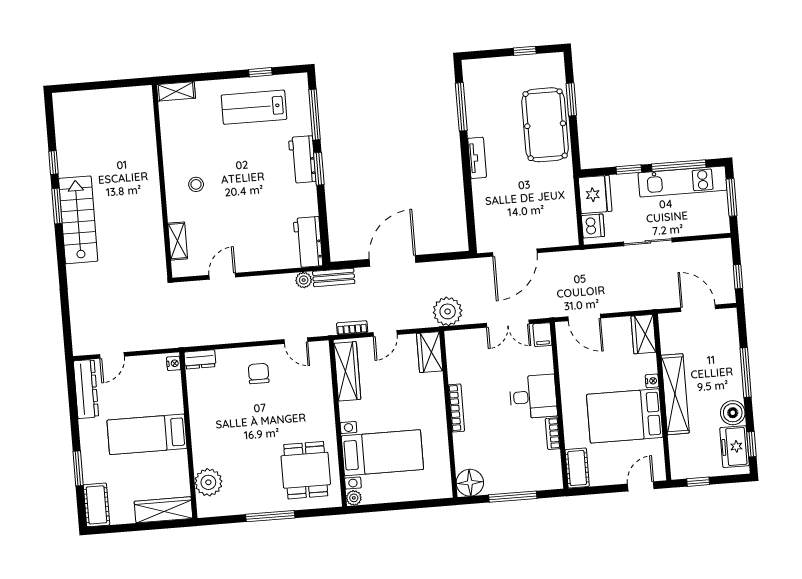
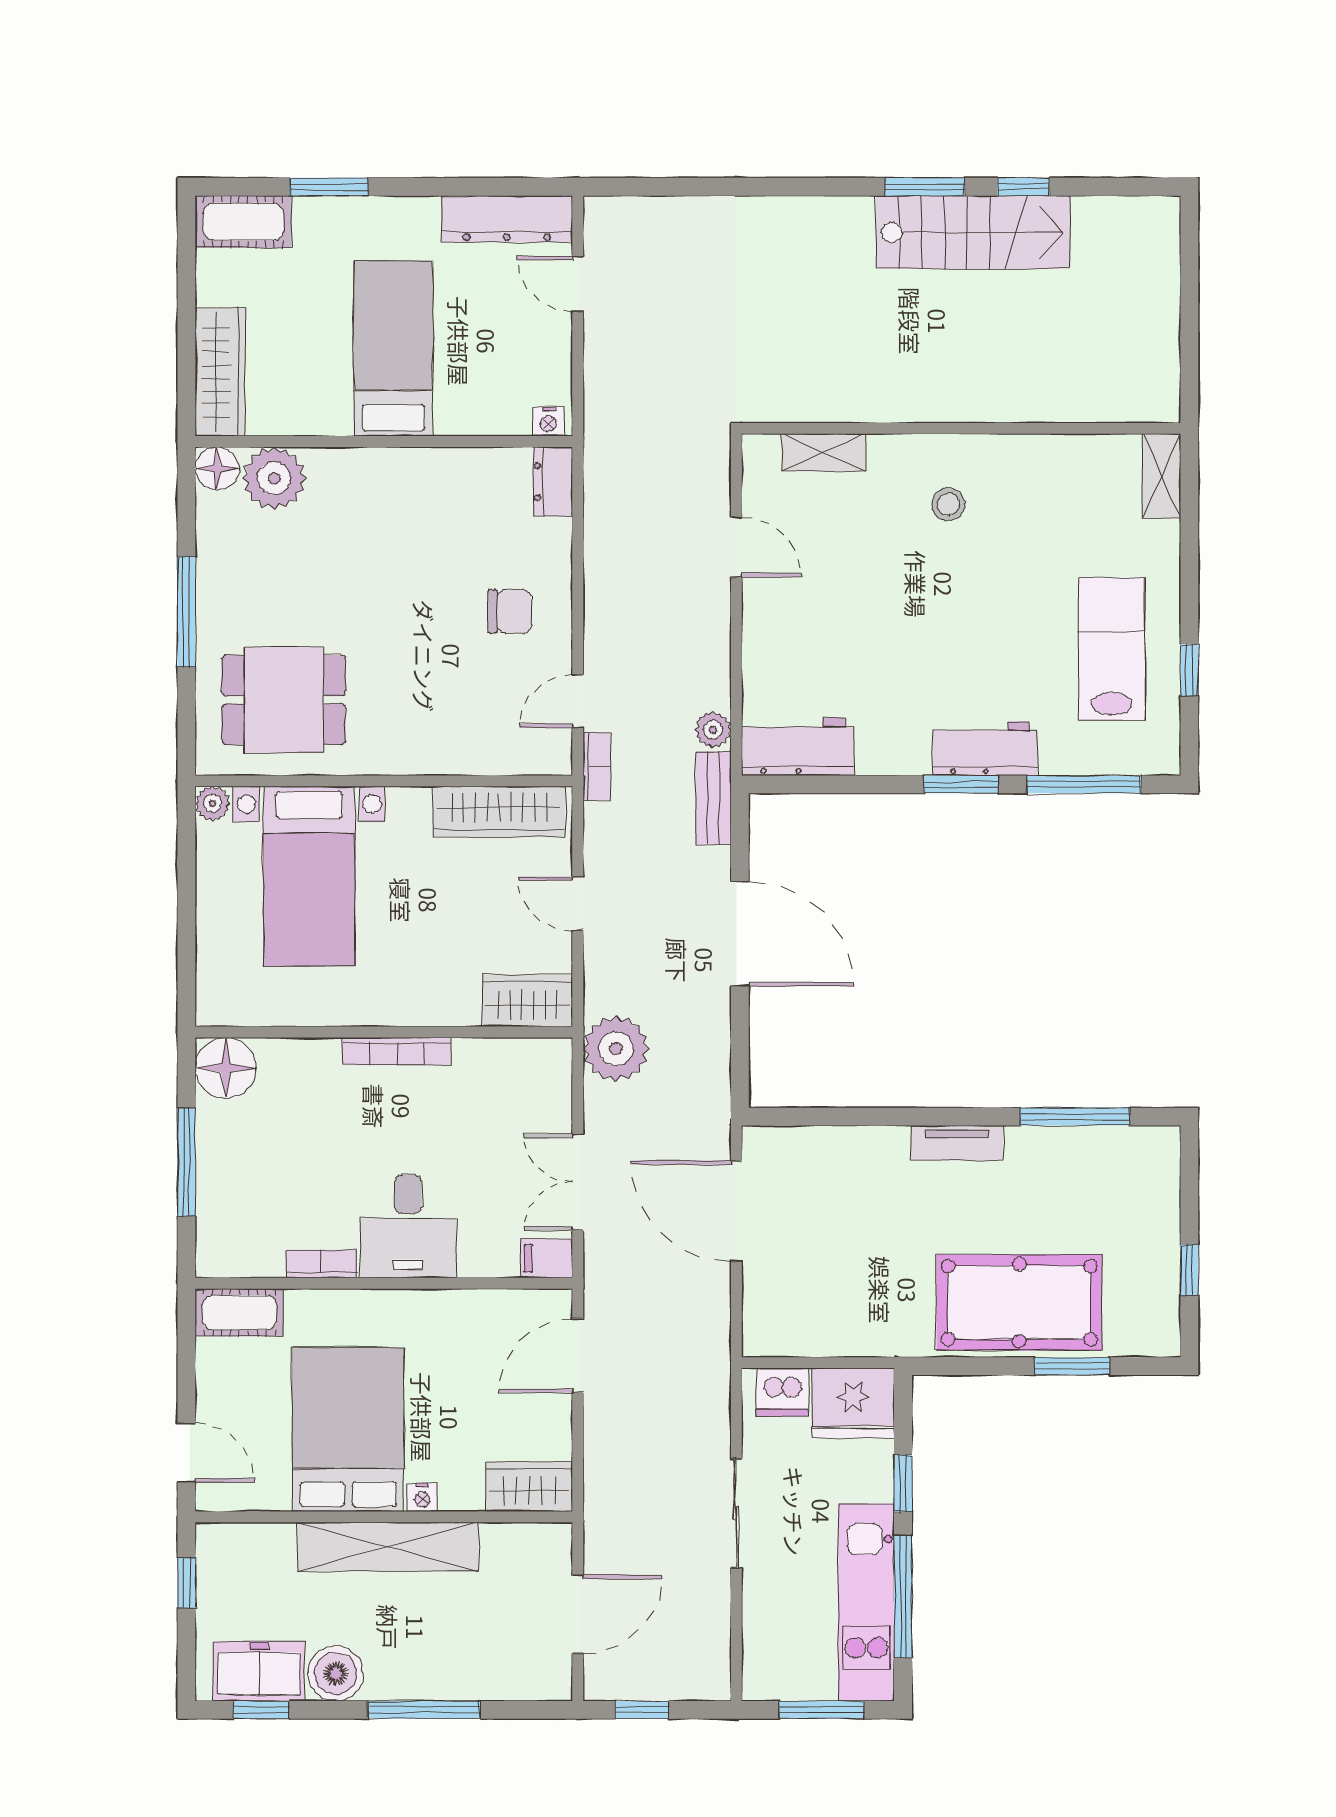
stairs: (78, 220) -> (973, 232), moved
bookcase: (352, 328) -> (597, 766), moved
floor lamp: (206, 508) -> (217, 469), added

